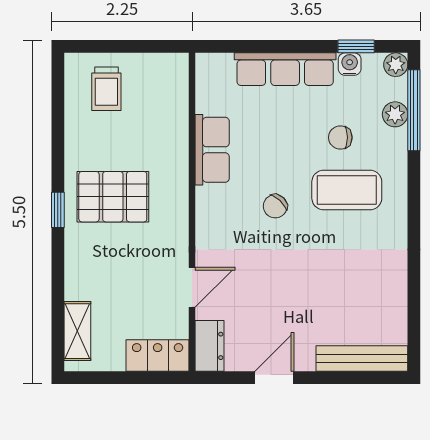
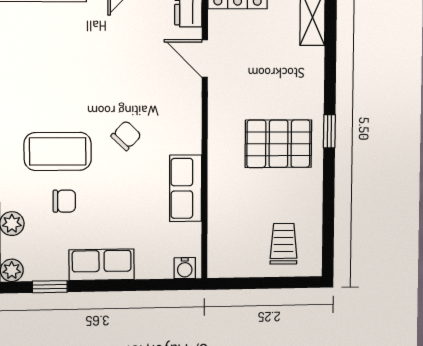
water cooler: (350, 64) -> (185, 268), moved
row of seats: (285, 69) -> (102, 265), width x0.68
door: (192, 287) -> (205, 59), hinge flipped

